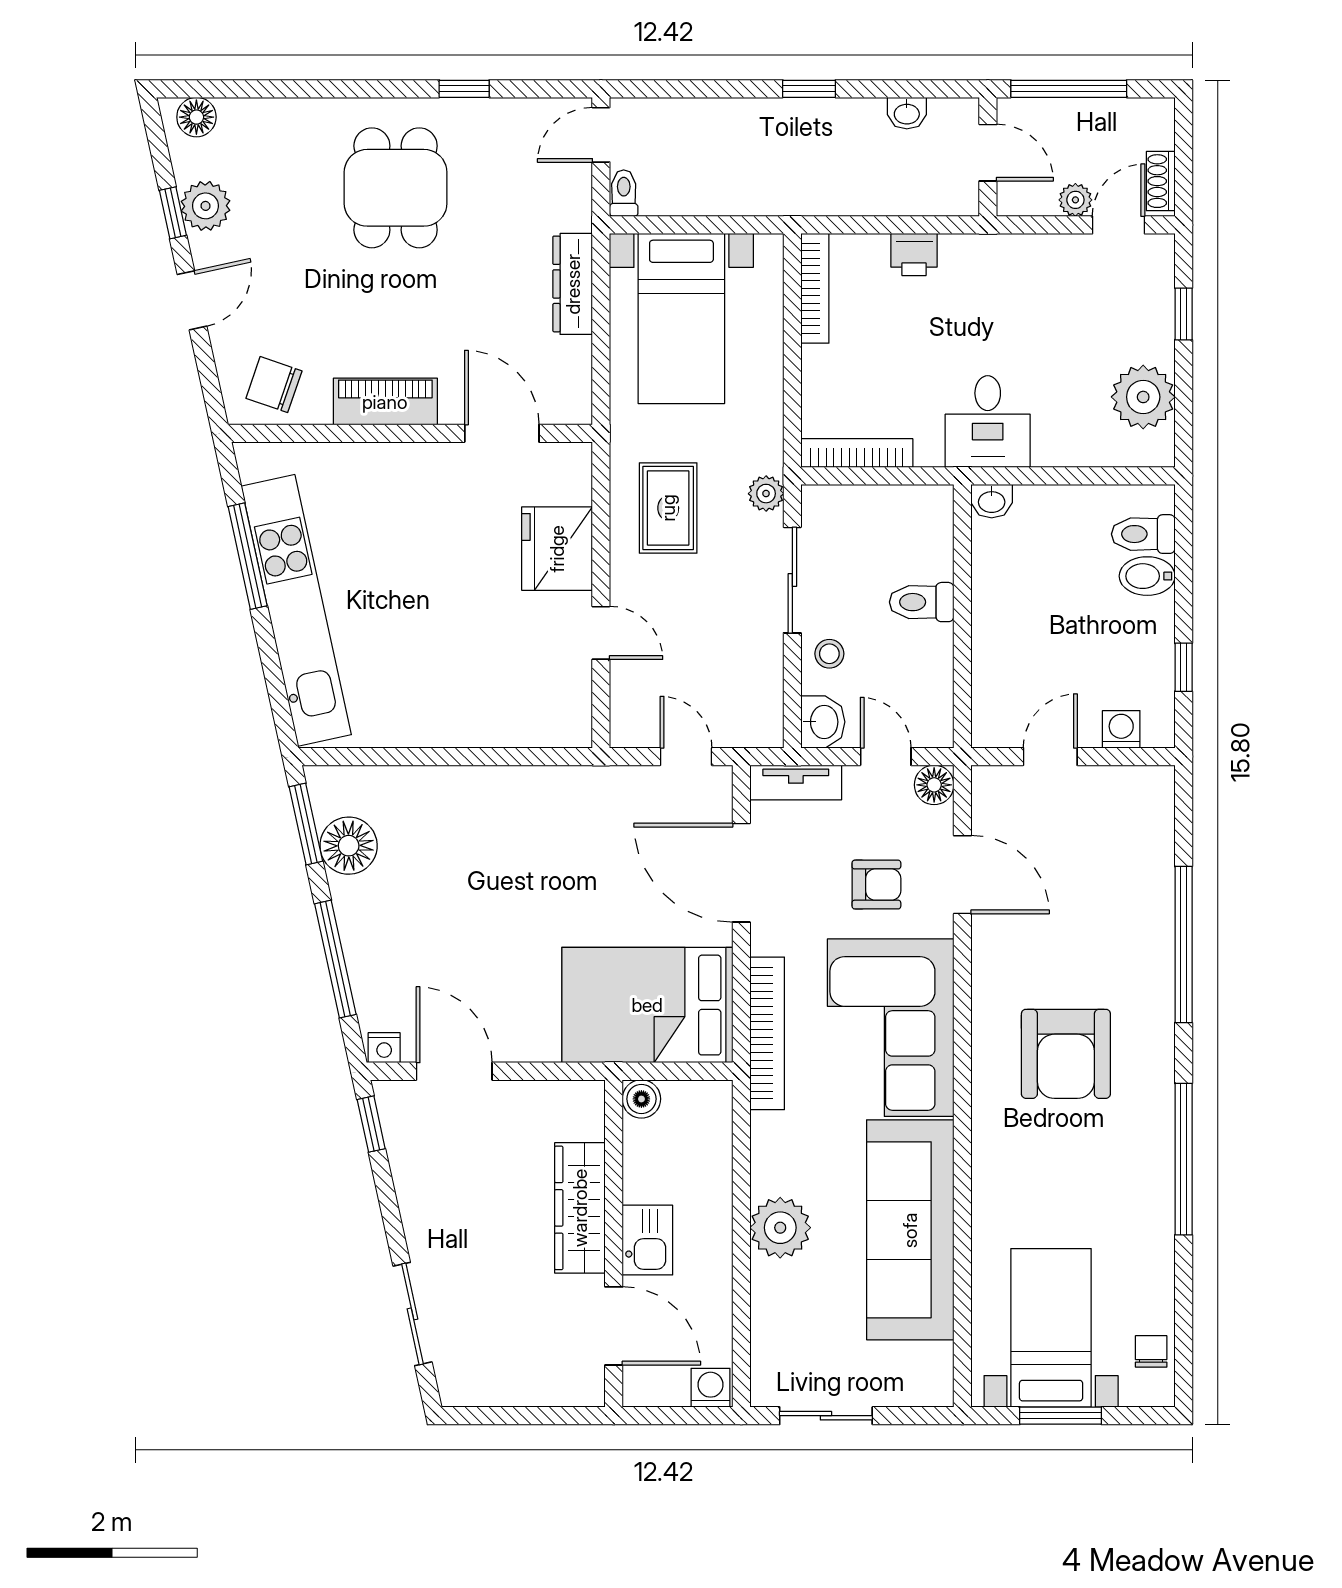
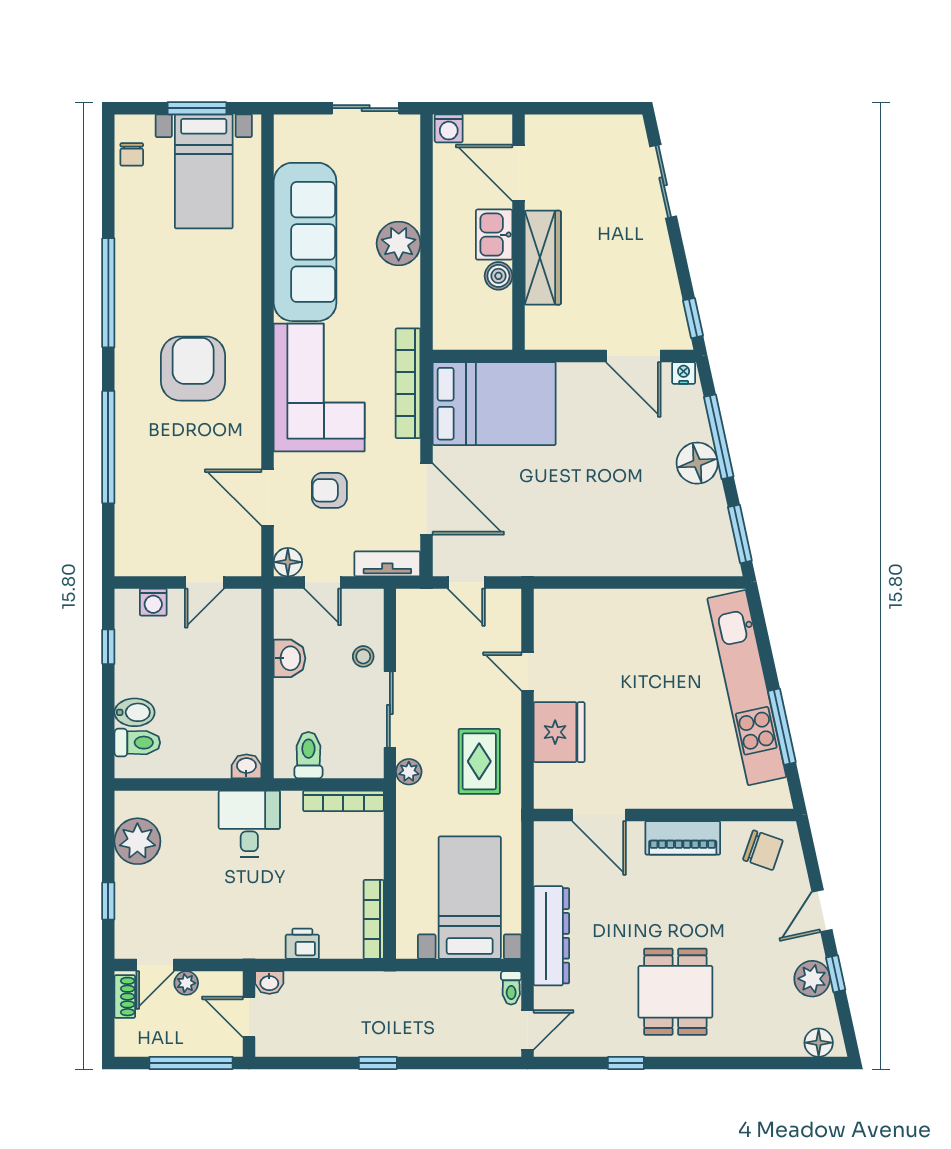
washbasin: (907, 113) -> (269, 983), moved, turned 180
dresser: (573, 284) -> (551, 936), width x1.37, depth x1.24
toilet: (922, 602) -> (308, 755), moved, turned -90
washbasin: (823, 722) -> (289, 658), moved, turned 180
floor lamp: (349, 846) -> (697, 463), moved
boiler: (641, 1099) -> (498, 276), moved

